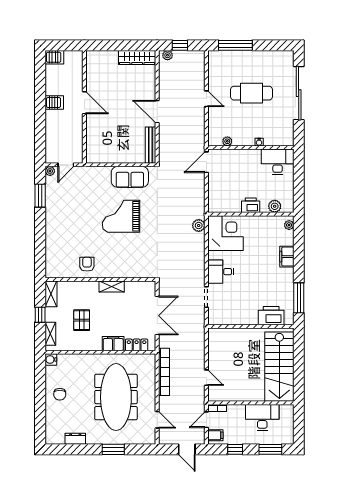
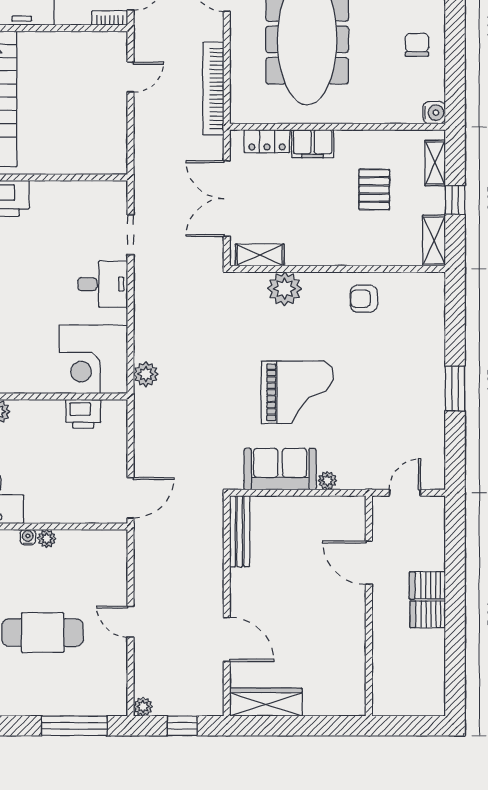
plant: (168, 55) -> (143, 707), moved
server rack: (54, 57) -> (427, 585), moved
door: (84, 103) -> (369, 563), moved
door: (157, 112) -> (227, 639), moved
plant: (227, 141) -> (47, 539), moved
plant: (50, 171) -> (327, 481), moved
window: (40, 196) -> (455, 389), moved
printer: (251, 205) -> (83, 414), moved
armchair: (87, 264) -> (364, 299), turned 90
plant: (128, 269) -> (285, 289), added
shelving: (112, 287) -> (260, 255), moved
door: (206, 378) -> (131, 77), swing flipped

